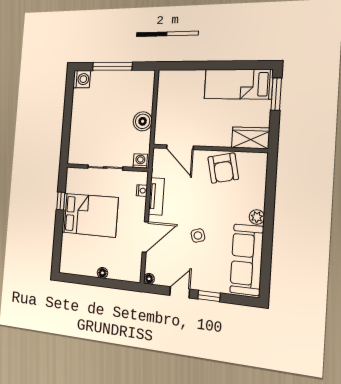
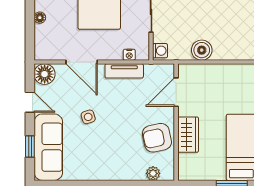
wardrobe: (251, 138) -> (188, 135), moved
plant: (257, 217) -> (153, 173), moved
sofa: (247, 260) -> (48, 147), moved, turned 90
floor lamp: (149, 279) -> (45, 74), width x1.89, depth x1.89
window: (209, 296) -> (30, 147), moved

